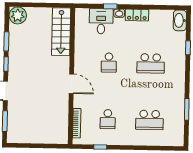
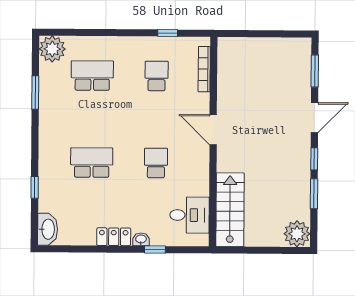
desk: (101, 21) -> (190, 215), moved, turned -90
plant: (175, 138) -> (52, 49), added

